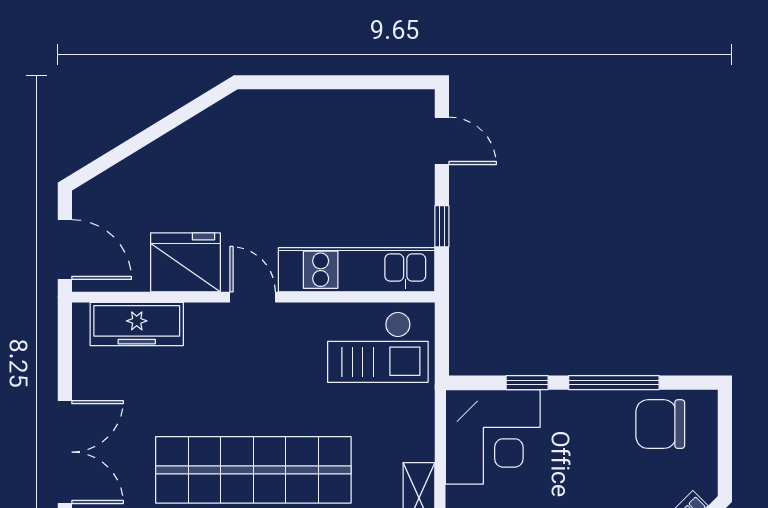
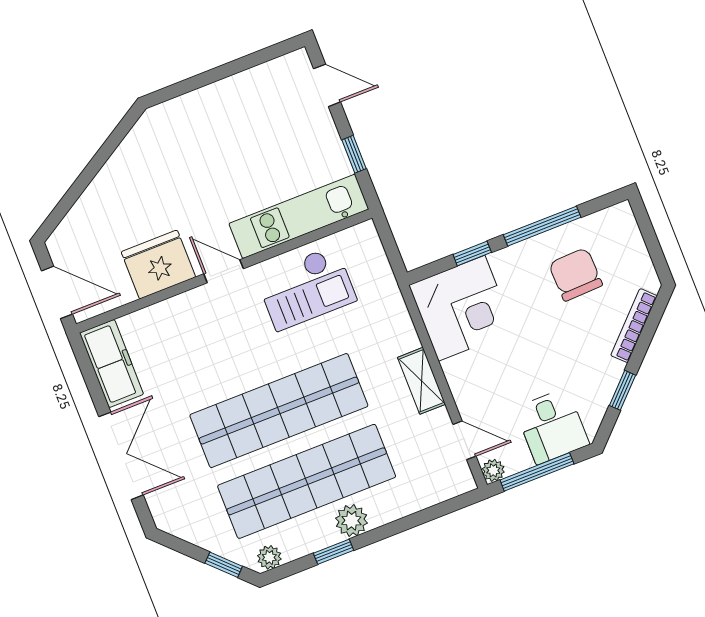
freezer: (137, 324) -> (112, 363), moved, turned -90
checkout: (378, 347) -> (306, 288), moved
chair: (660, 424) -> (575, 274), moved, turned 88

